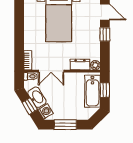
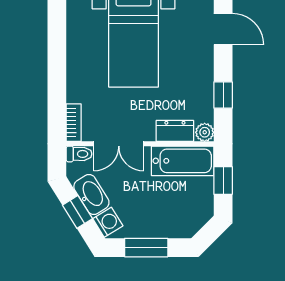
window: (105, 34) -> (223, 95), moved
bathtub: (92, 91) -> (183, 161), moved, turned -90

